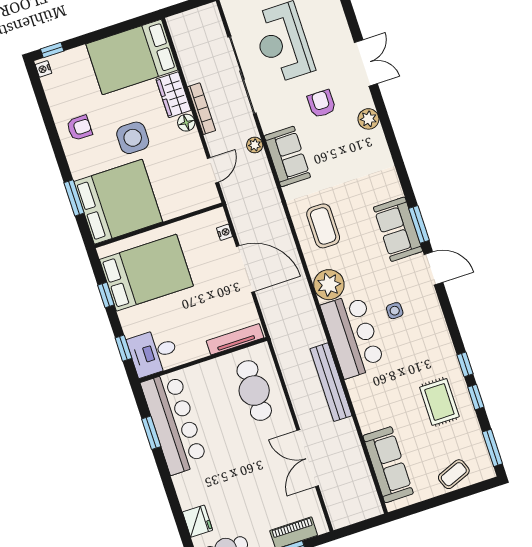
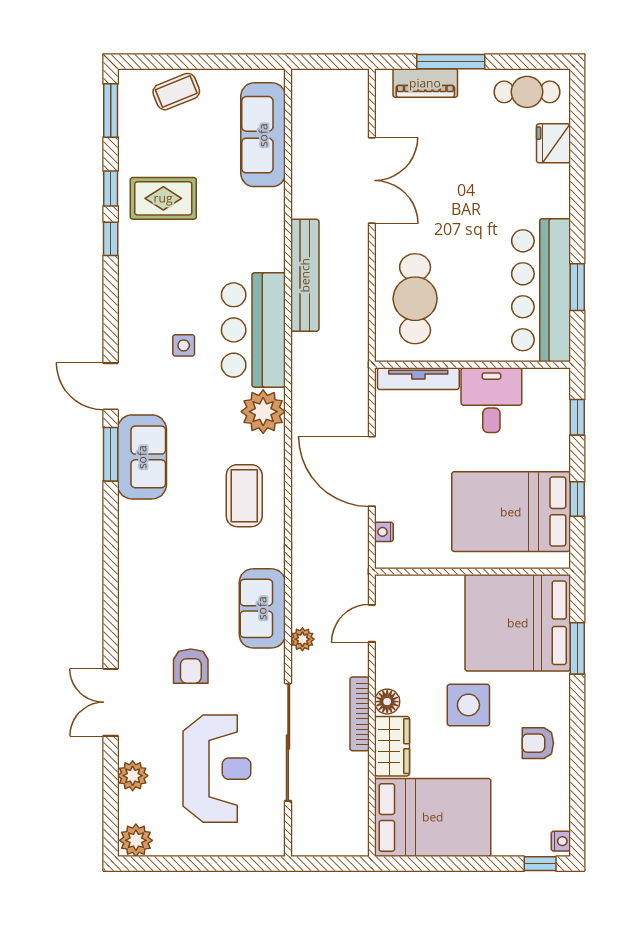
plant: (368, 119) -> (133, 776), moved
desk: (153, 352) -> (491, 400), moved, turned -90
rug: (439, 402) -> (163, 198), turned 90

